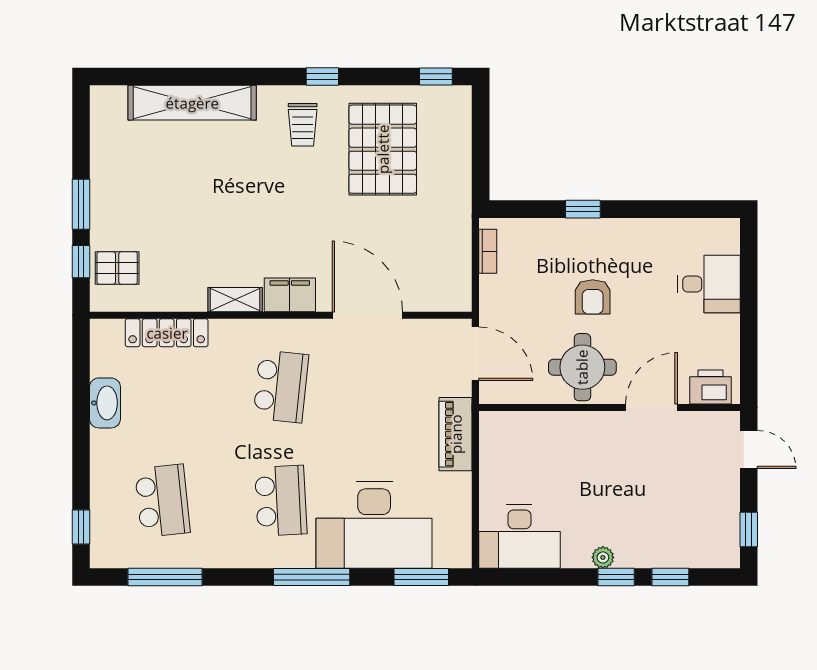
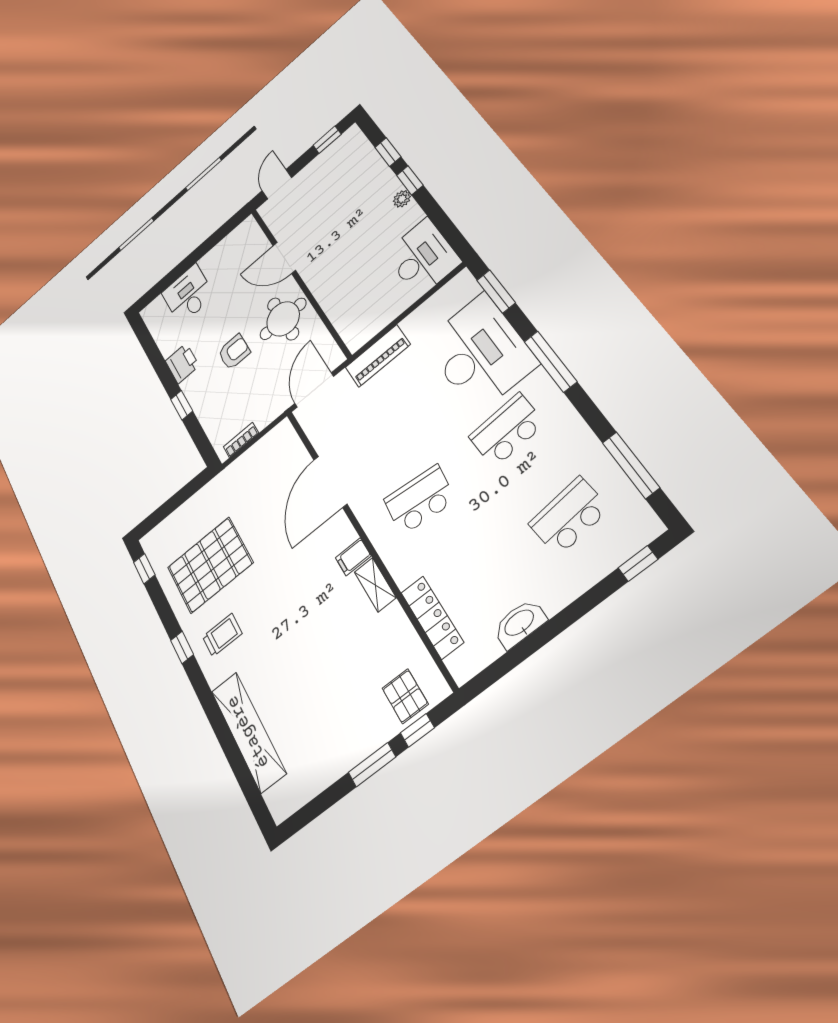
filing cabinet: (290, 295) -> (353, 557), width x0.50
printer: (710, 387) -> (182, 363), moved, turned 180

